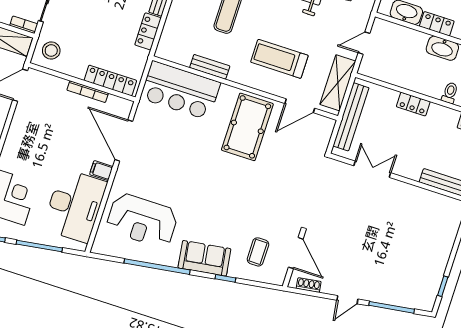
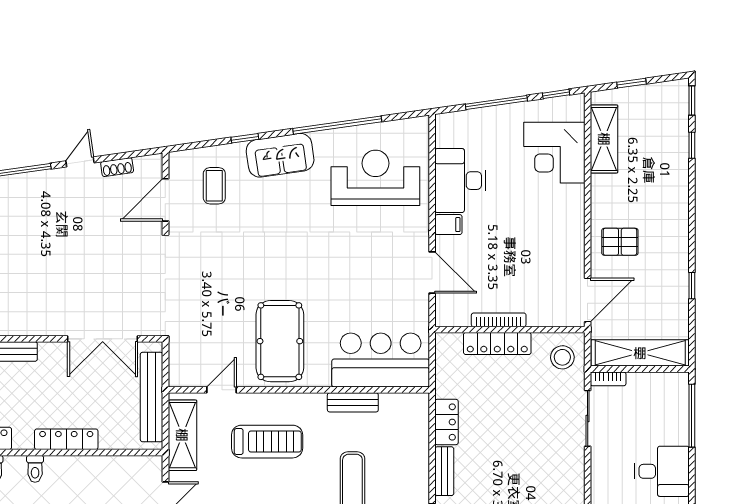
locker: (110, 81) -> (497, 344), moved
locker: (413, 104) -> (66, 439), width x1.53
door: (300, 106) -> (222, 390), width x0.73
door: (124, 140) -> (432, 272), width x0.73
double door: (372, 169) -> (103, 339), width x1.37
desk: (75, 206) -> (460, 181), width x0.73, depth x0.77
door: (296, 253) -> (165, 200), hinge flipped
shoe rack: (309, 285) -> (117, 167), moved

